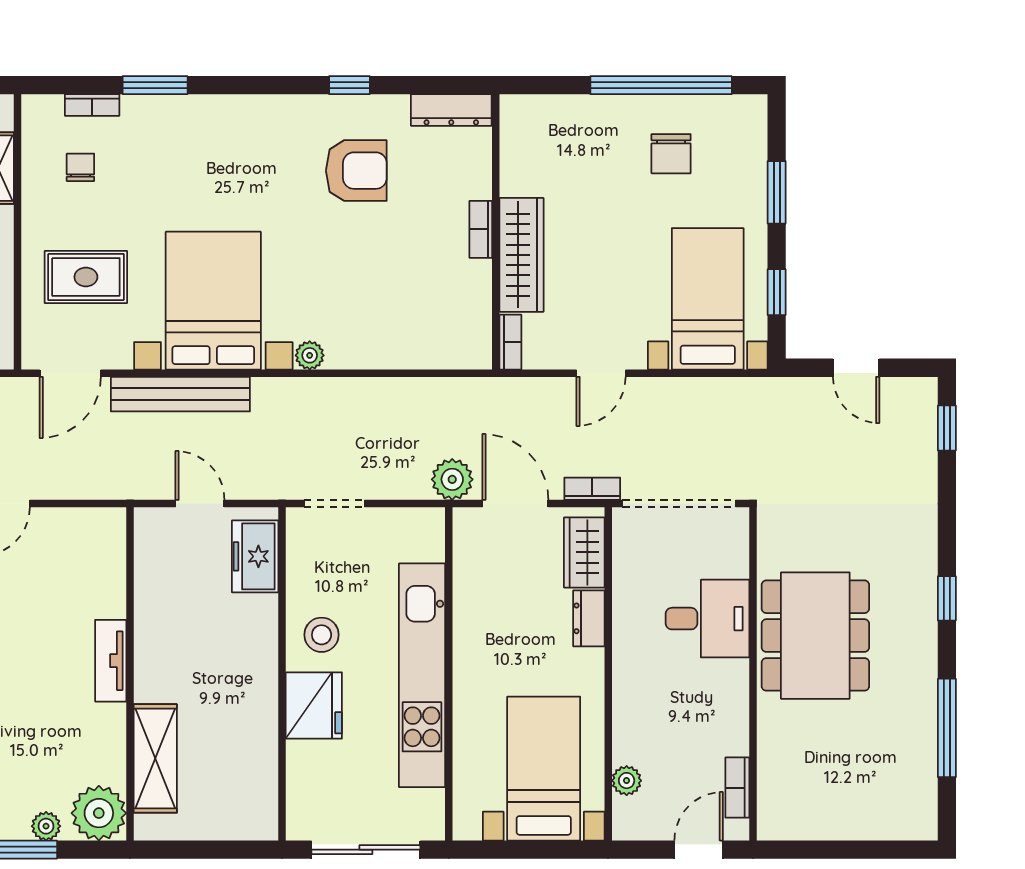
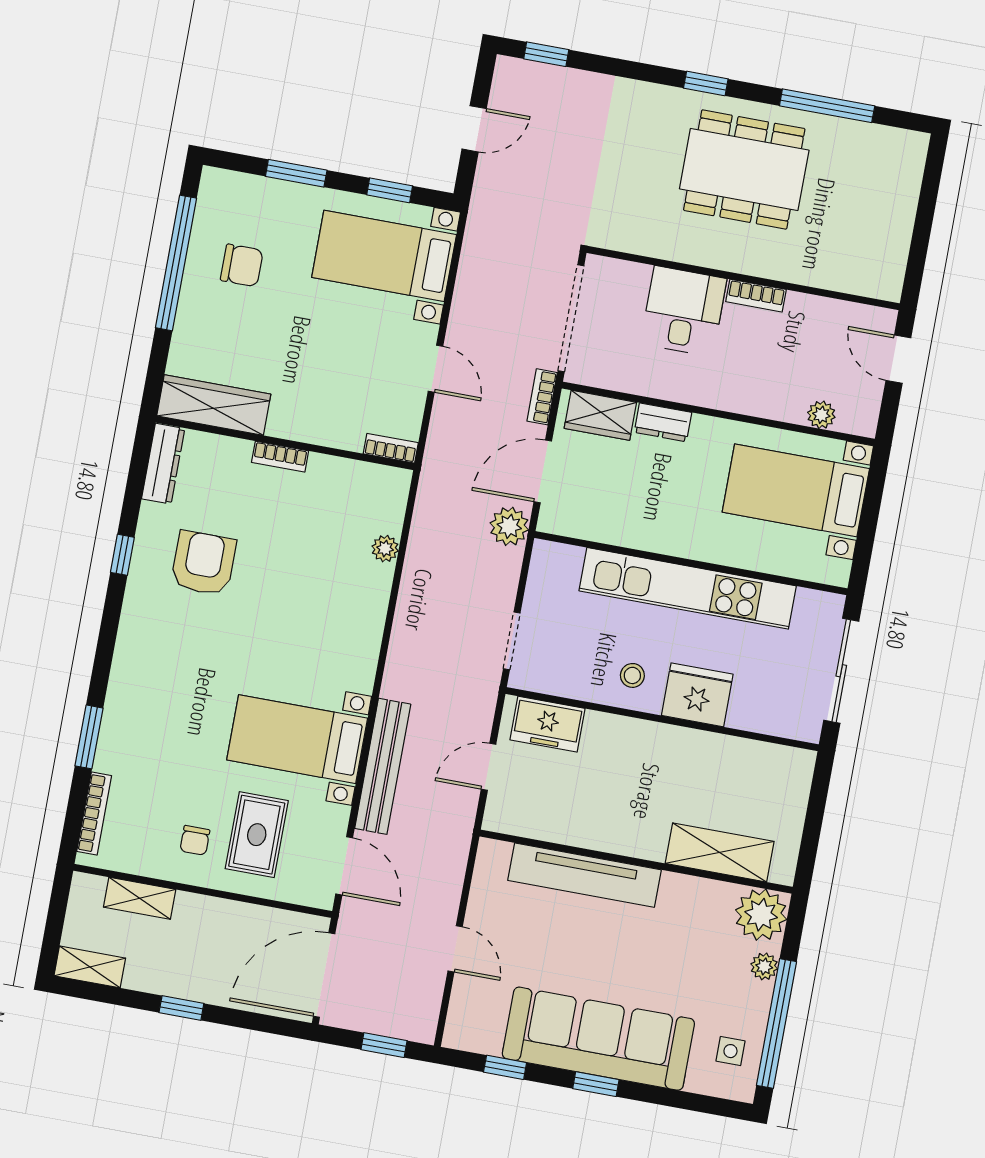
bookcase: (92, 105) -> (94, 814), width x1.56
chair: (80, 167) -> (195, 840), moved, turned -90
wardrobe: (521, 255) -> (214, 405), moved
bed with nightstands: (213, 301) -> (297, 739), width x0.73
plant: (310, 355) -> (385, 549), moved
stool: (322, 635) -> (632, 675), width x0.73, depth x0.73
dining table: (815, 636) -> (744, 169), moved
tv unit: (111, 661) -> (584, 875), width x1.92, depth x1.29
bookcase: (737, 788) -> (756, 296), moved

